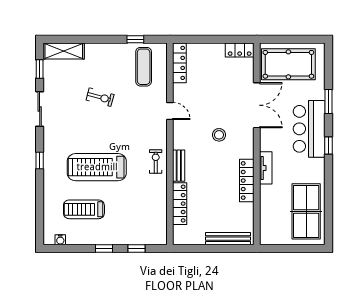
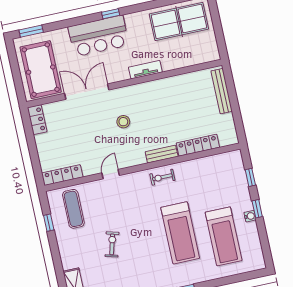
exercise mat: (144, 67) -> (73, 209), turned 90
window: (329, 102) -> (31, 31), moved
locker: (247, 181) -> (162, 85), removed
treadmill: (84, 209) -> (224, 236), width x1.37, depth x1.38
water cooler: (60, 240) -> (250, 216), moved

